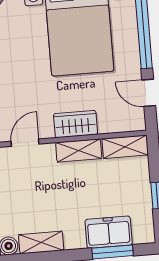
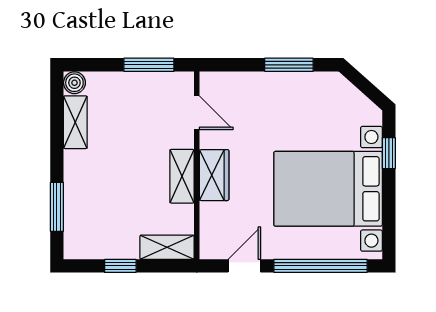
shelving: (125, 147) -> (167, 247), moved, turned 90
freezer: (109, 232) -> (81, 204), removed

